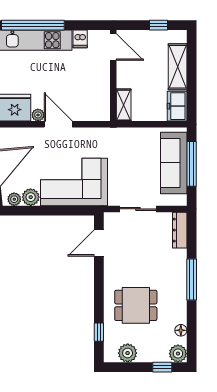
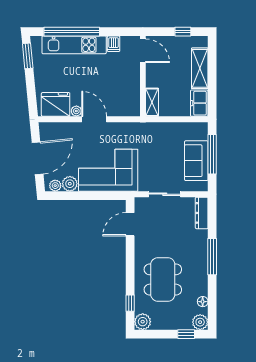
sofa: (174, 163) -> (196, 161), width x0.73
dining table: (136, 305) -> (163, 279), width x1.38
plant: (128, 353) -> (143, 322), moved

